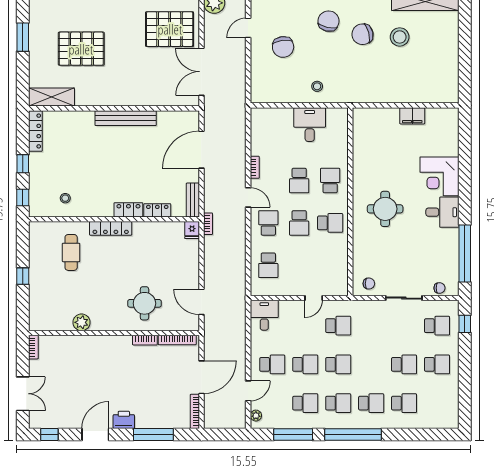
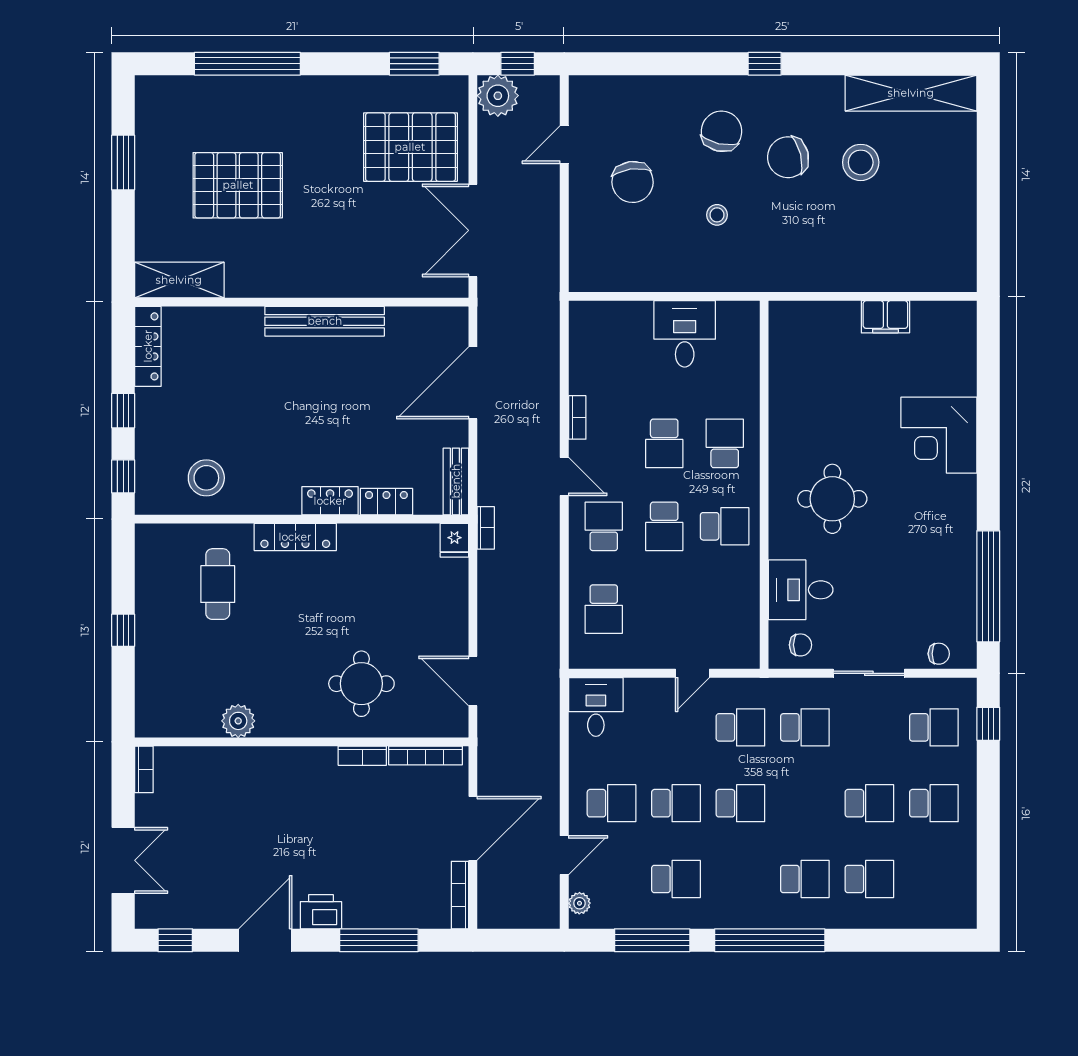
stool: (317, 86) -> (717, 215), moved
stool: (65, 198) -> (206, 478), width x1.89, depth x1.89
desk: (442, 212) -> (801, 590), moved, turned 180
school desk: (338, 403) -> (805, 727), moved

